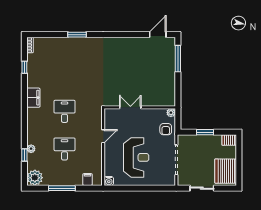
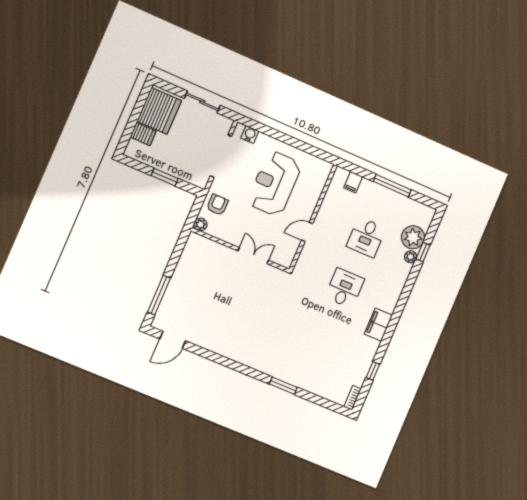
double door: (130, 107) -> (253, 256), swing flipped
desk: (65, 111) -> (345, 288), turned 180
server rack: (229, 140) -> (143, 134), moved
plant: (35, 178) -> (413, 237), moved
water cooler: (109, 181) -> (250, 135), moved

